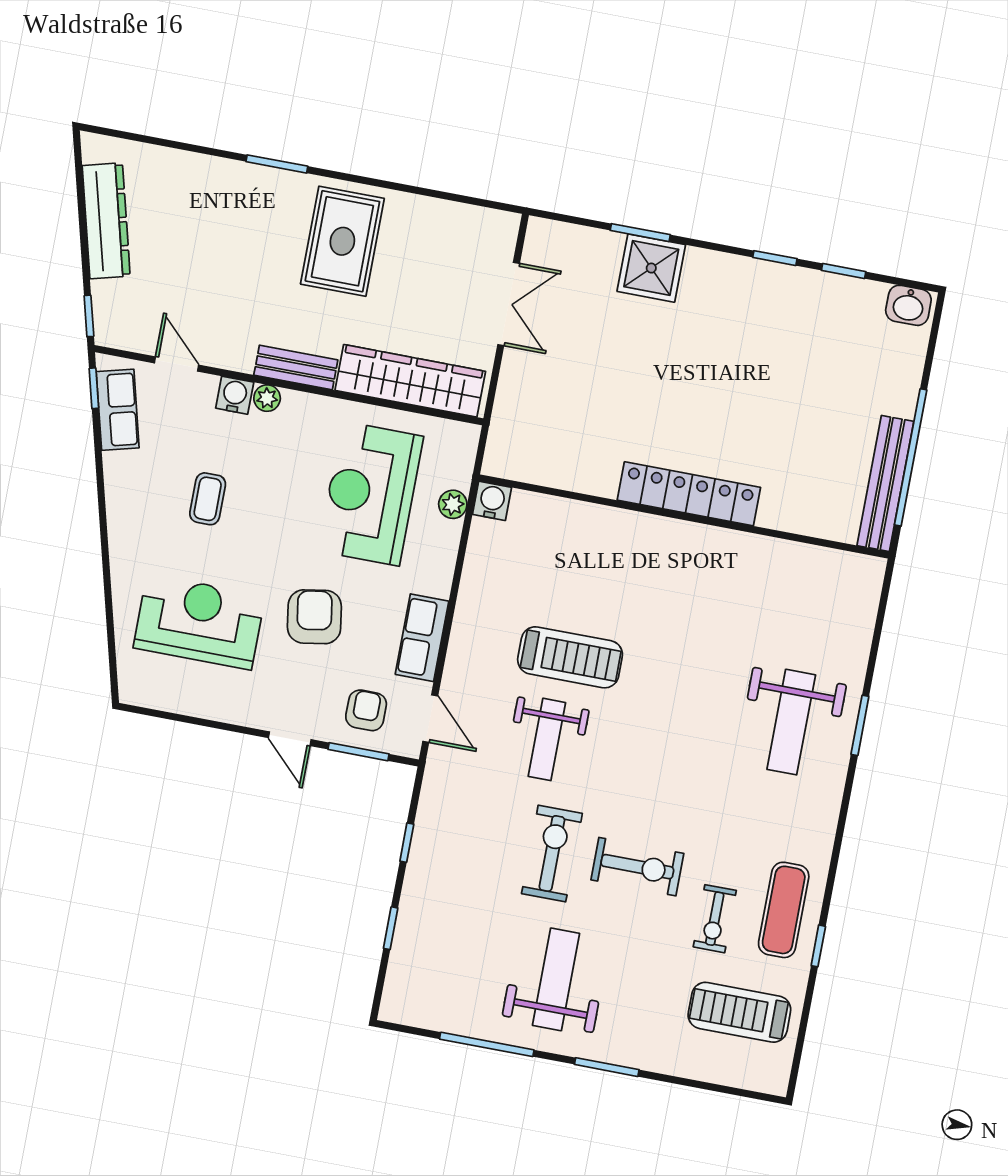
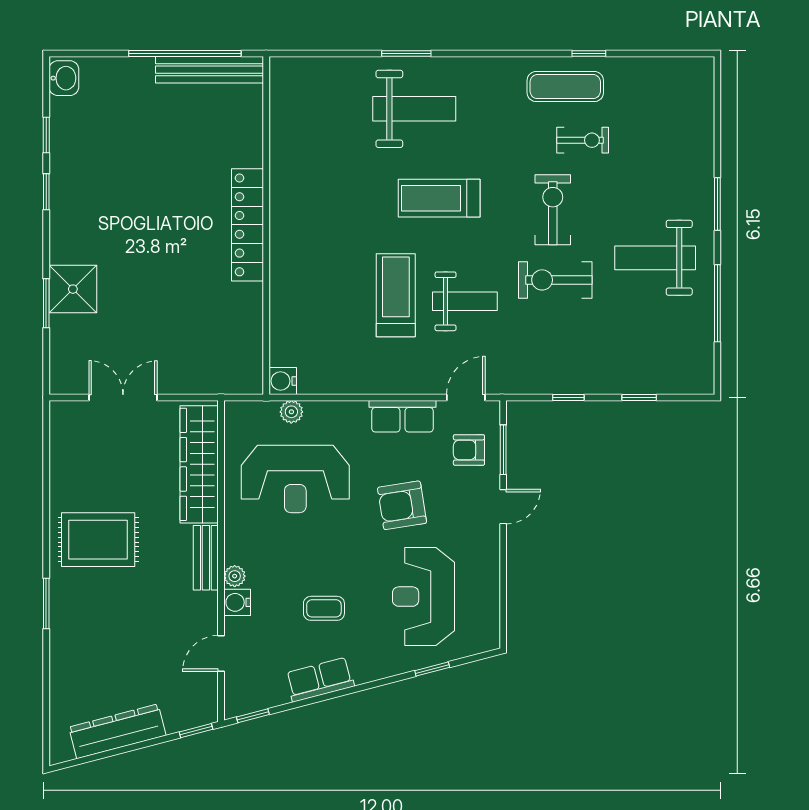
row of seats: (118, 410) -> (320, 680), moved
window: (109, 616) -> (432, 669), added
treadmill: (739, 1012) -> (439, 198), moved, turned 90

